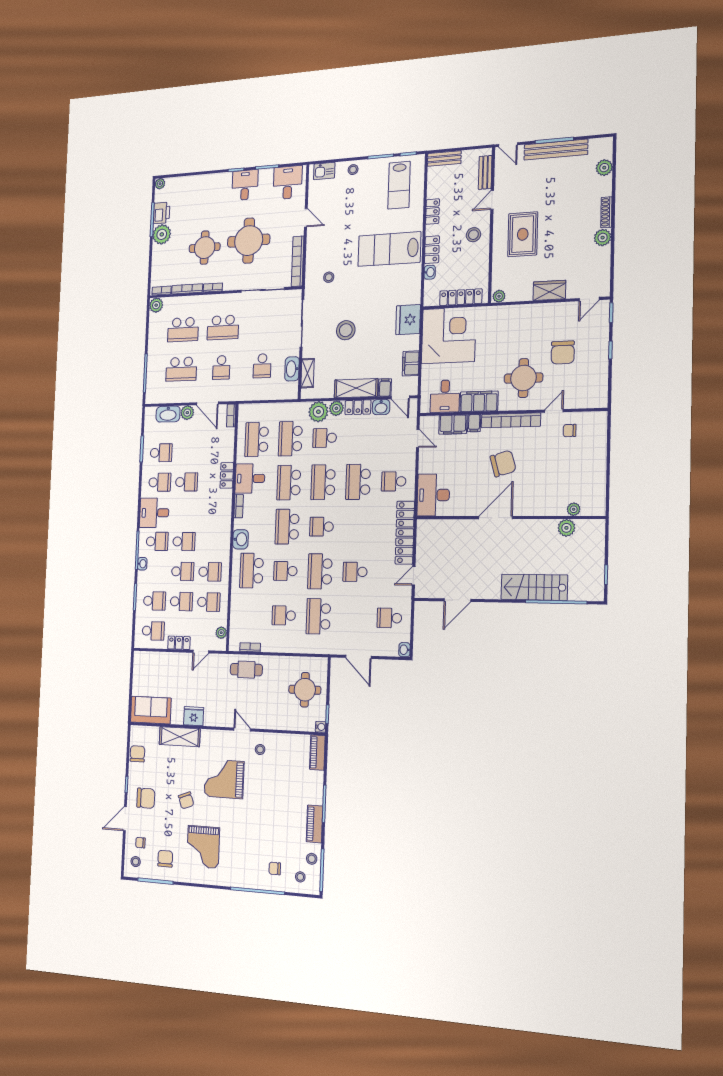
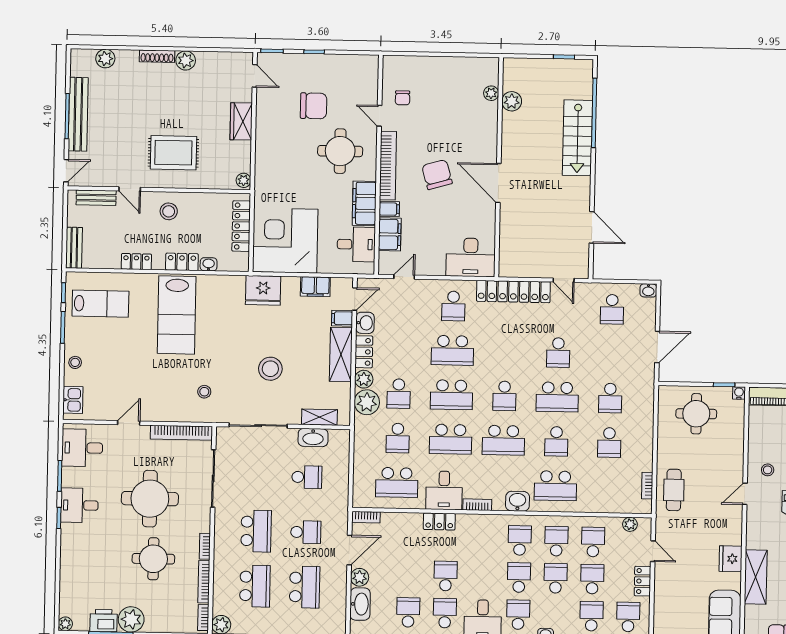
school desk: (290, 439) -> (398, 438), width x0.54
school desk: (211, 542) -> (520, 540), added
school desk: (318, 616) -> (610, 398), width x0.54

